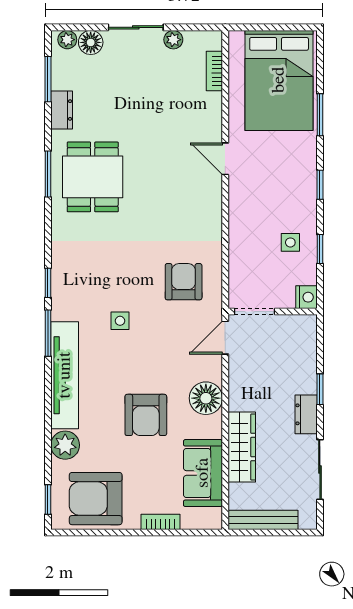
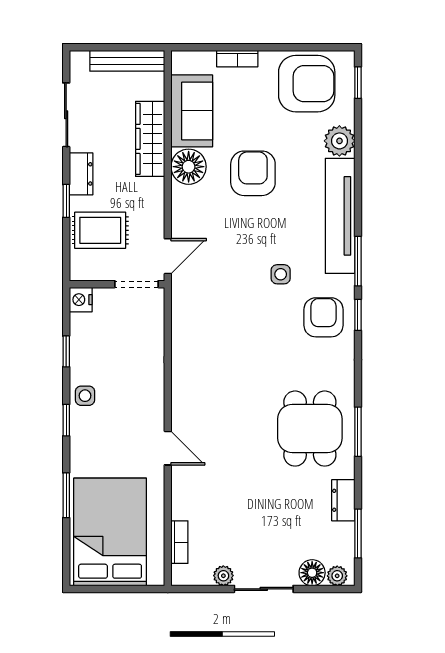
side table: (290, 242) -> (85, 396), moved
armchair: (184, 282) -> (324, 317), moved, turned 180
rug: (288, 362) -> (100, 230), added
floor lamp: (206, 398) -> (189, 167), moved

